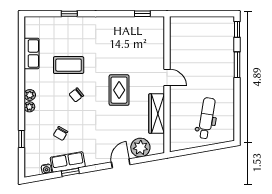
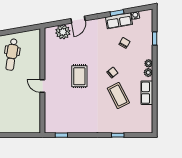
row of seats: (32, 53) -> (147, 93), moved
coffee table: (69, 65) -> (118, 96), turned 63
wardrobe: (157, 114) -> (50, 58), removed

